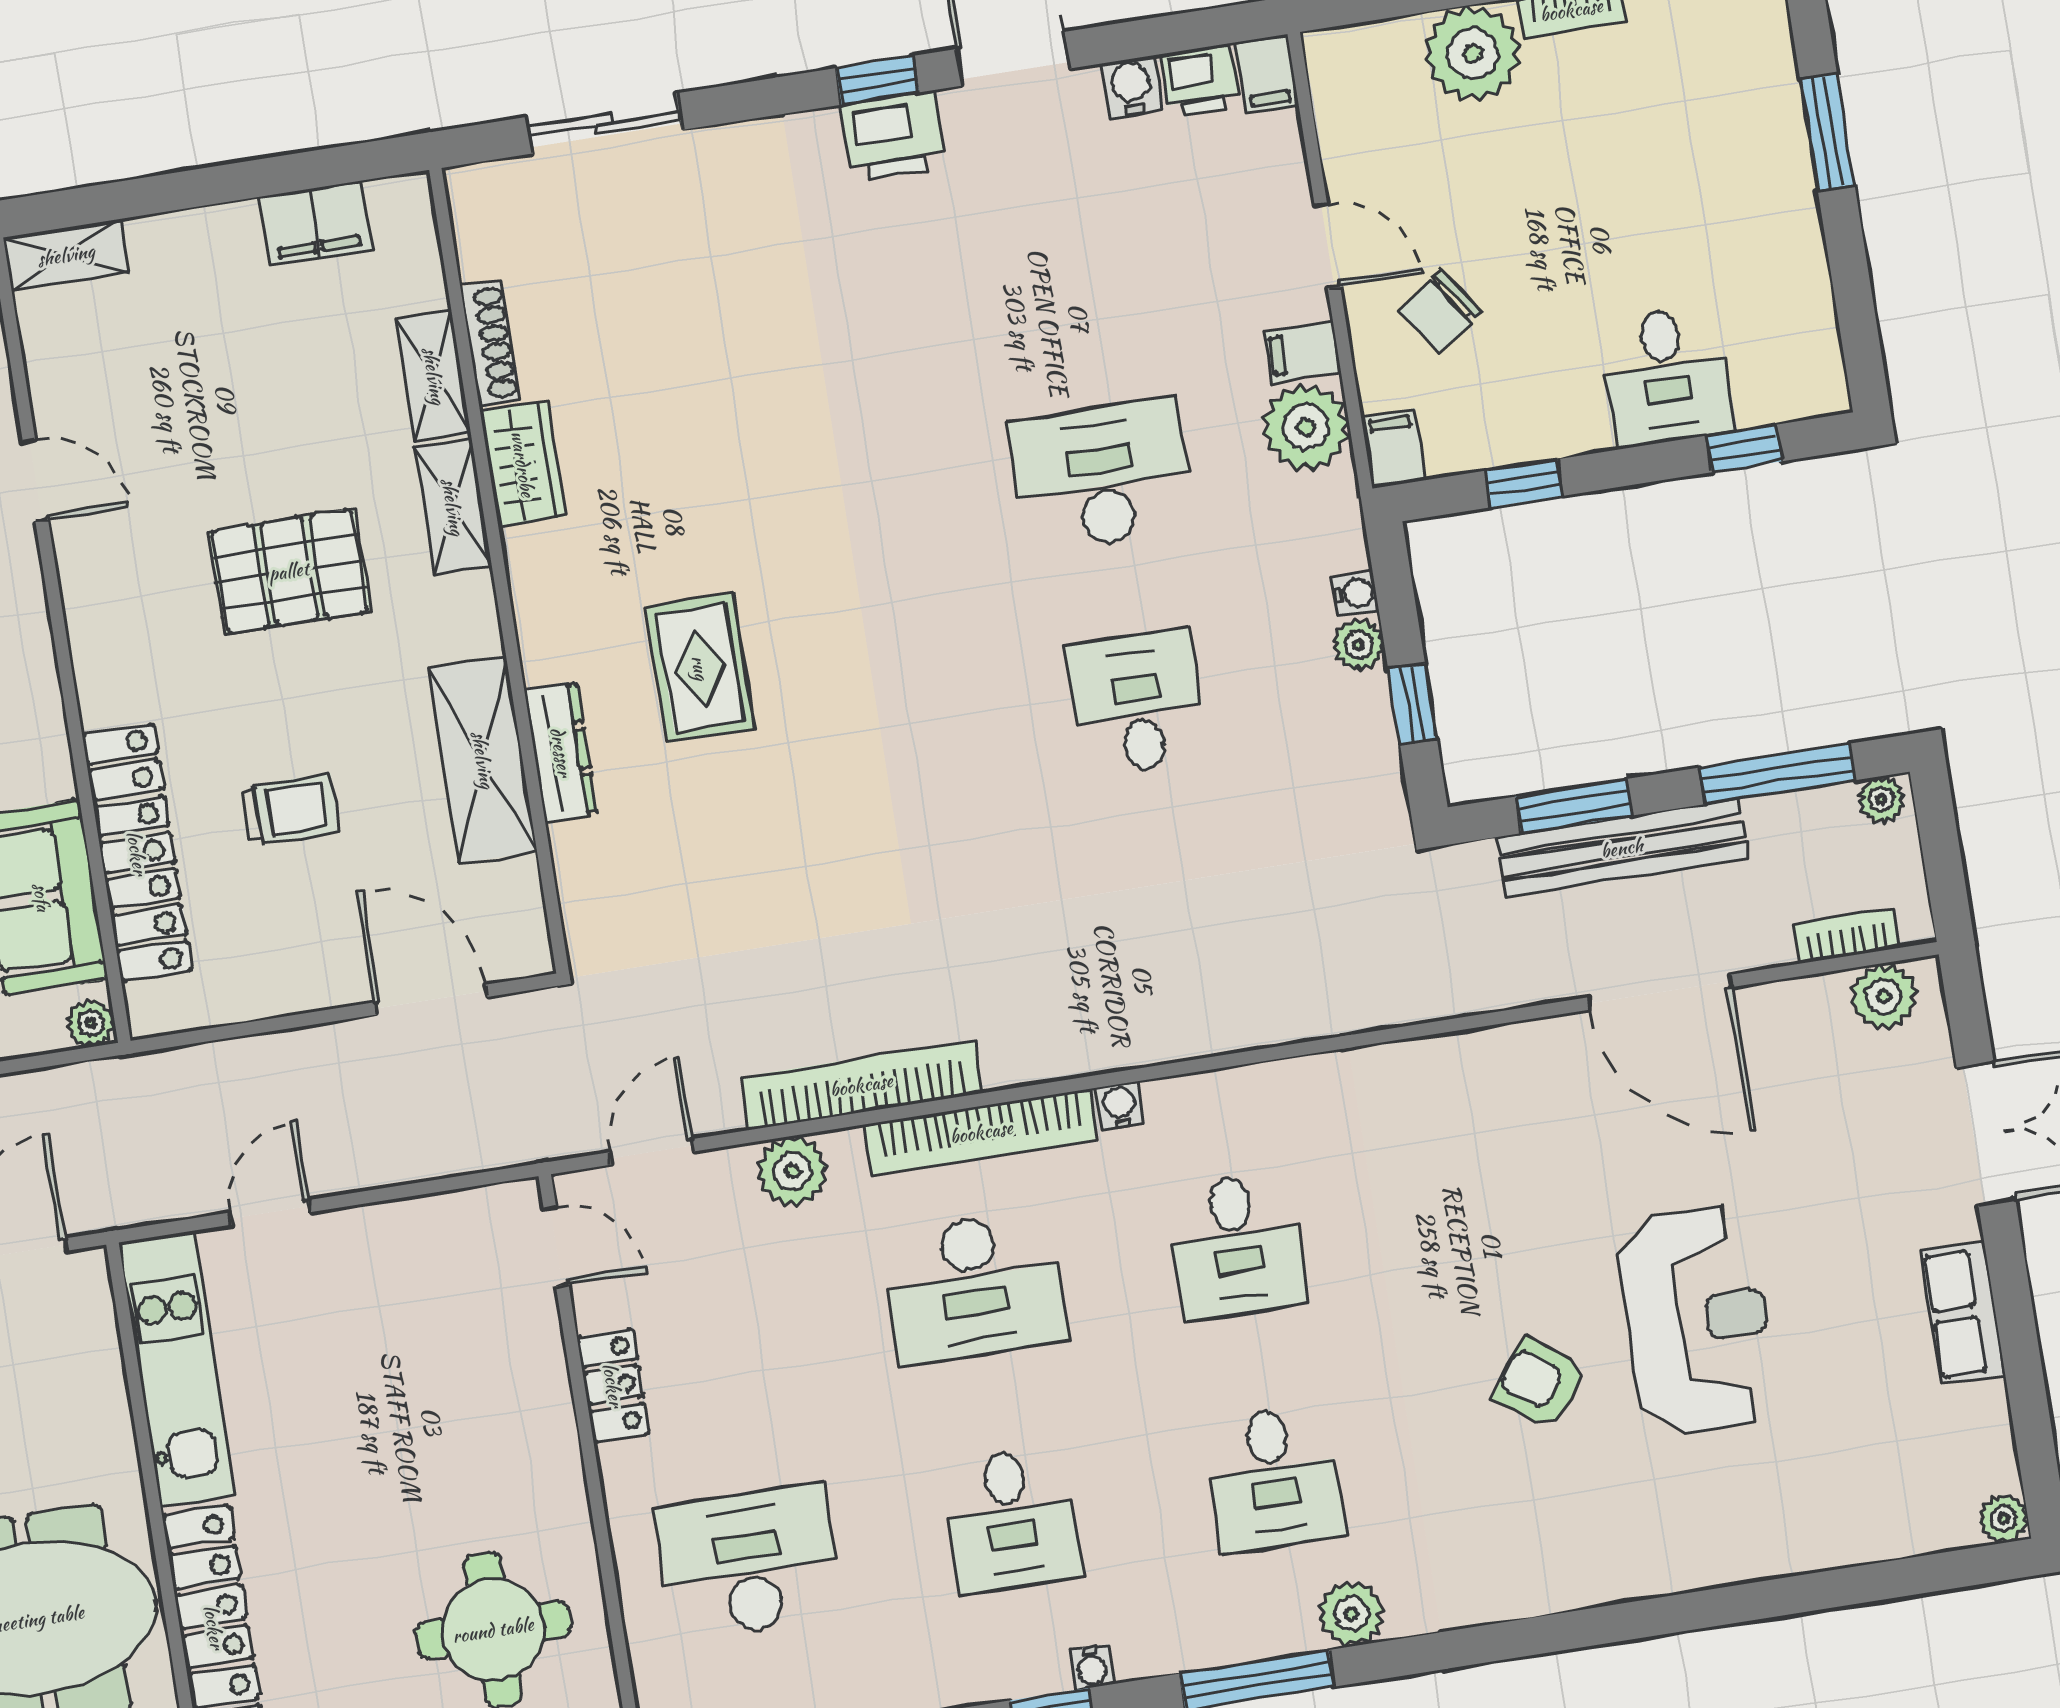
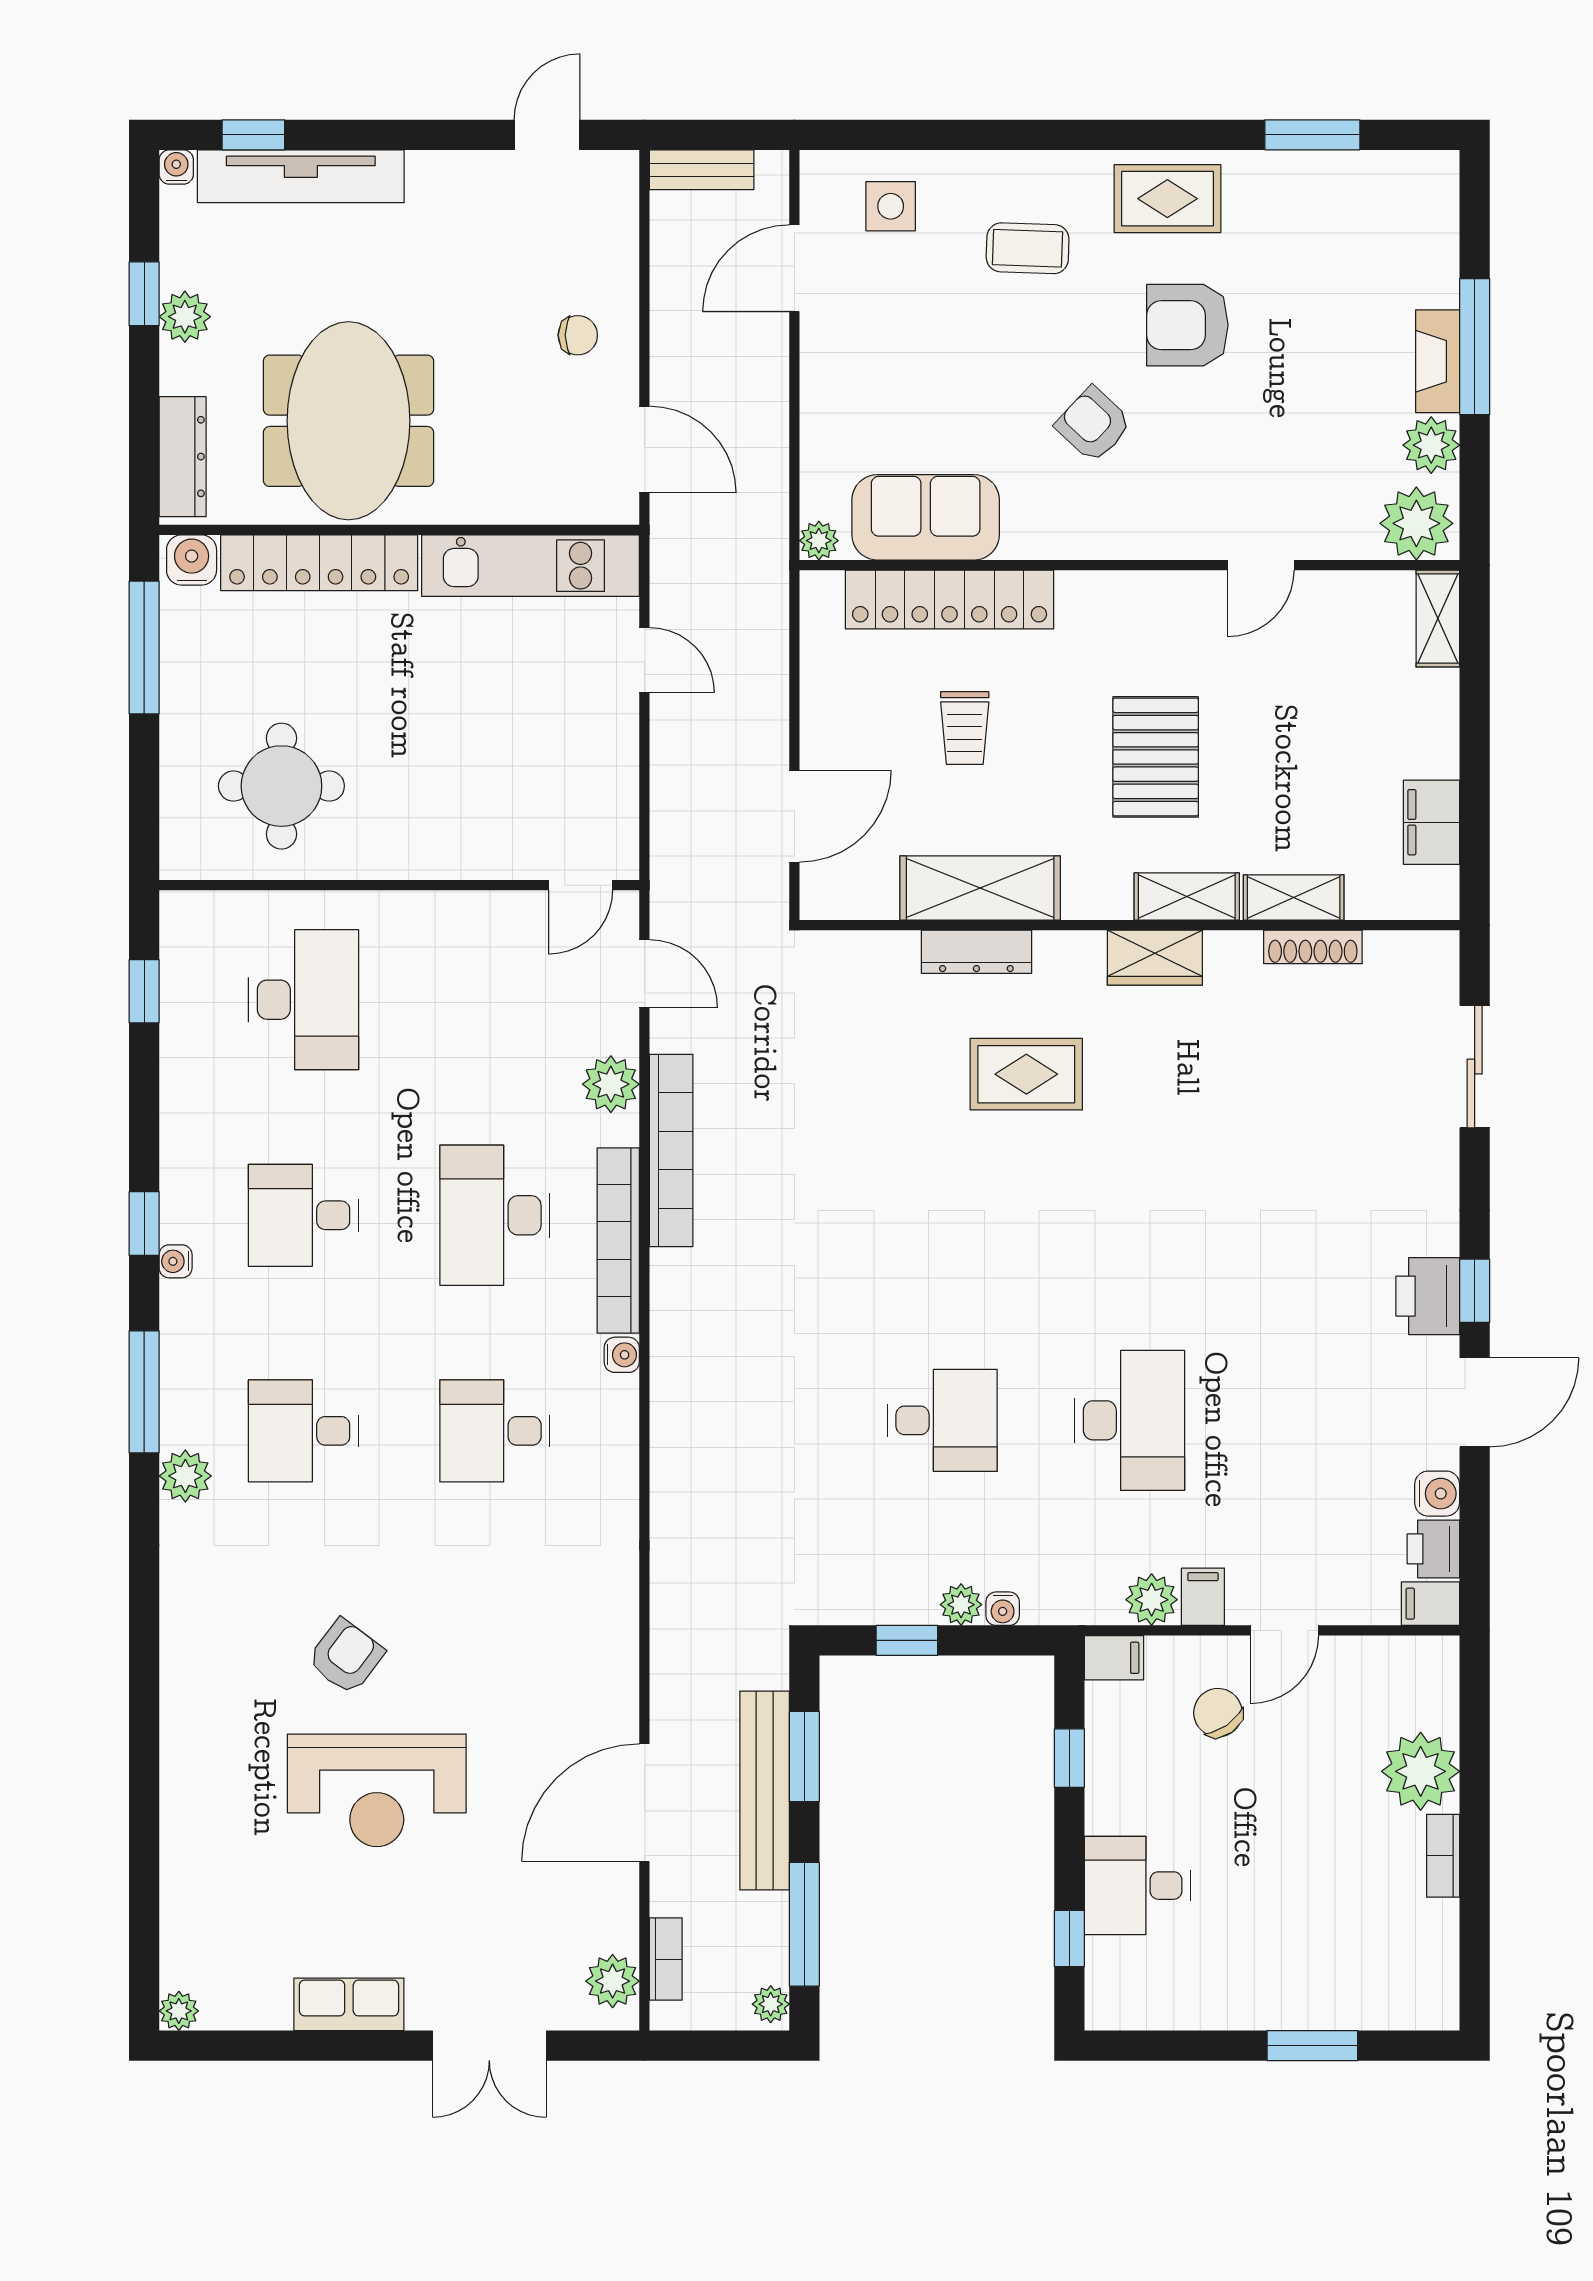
plant: (1306, 427) -> (1152, 1600), width x0.73, depth x0.73
wardrobe: (523, 464) -> (1155, 958), moved
locker: (613, 1385) -> (462, 913), removed

